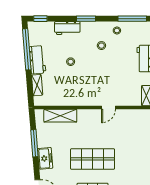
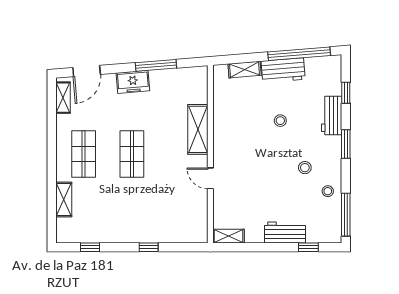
window: (40, 19) -> (346, 93), moved
shelving: (60, 116) -> (198, 129), moved
shop shelf: (93, 159) -> (132, 154), width x0.70, depth x0.74

